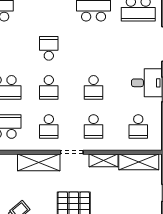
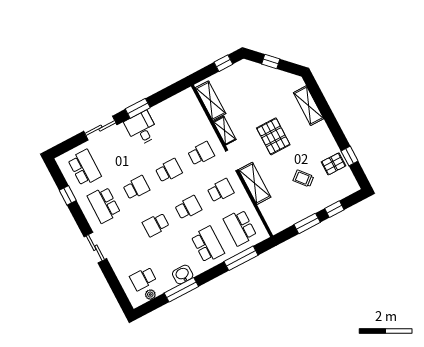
school desk: (138, 127) -> (136, 188), moved

